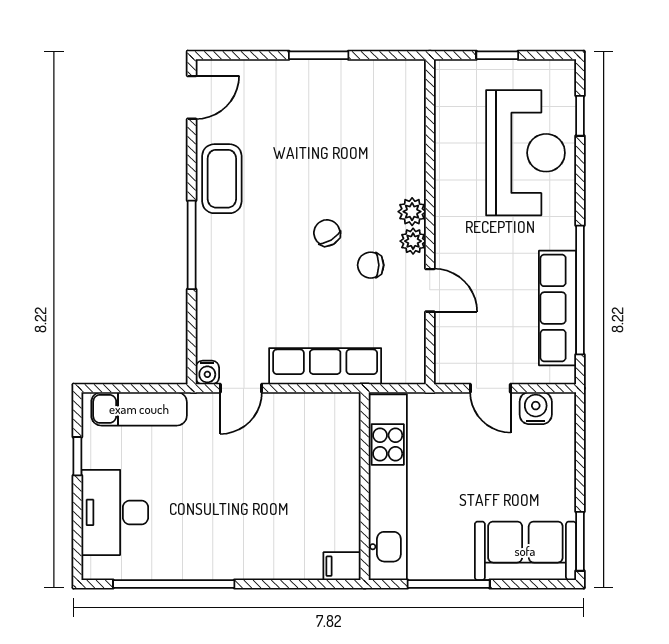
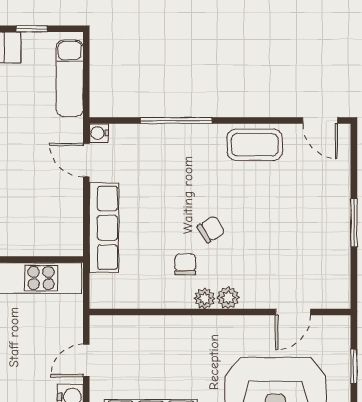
window: (192, 245) -> (176, 120), moved
door: (430, 290) -> (293, 312), moved

